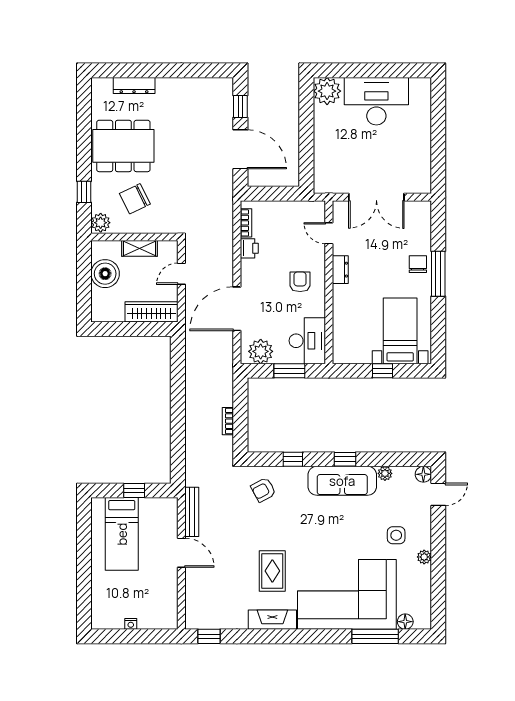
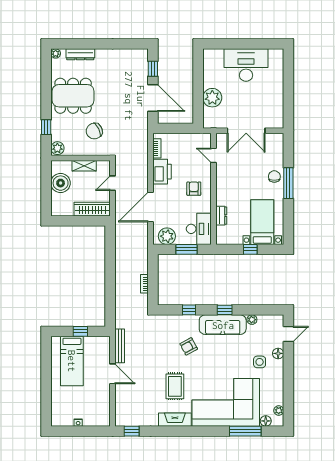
plant: (98, 84) -> (56, 53), added
plant: (327, 91) -> (212, 98), moved
chair: (135, 199) -> (94, 131), moved
printer: (249, 248) -> (162, 172), width x1.87, depth x1.48
dresser: (340, 270) -> (221, 216), moved
floor lamp: (423, 474) -> (278, 353), moved
armchair: (263, 490) -> (189, 346), moved
plant: (424, 557) -> (279, 411), moved

